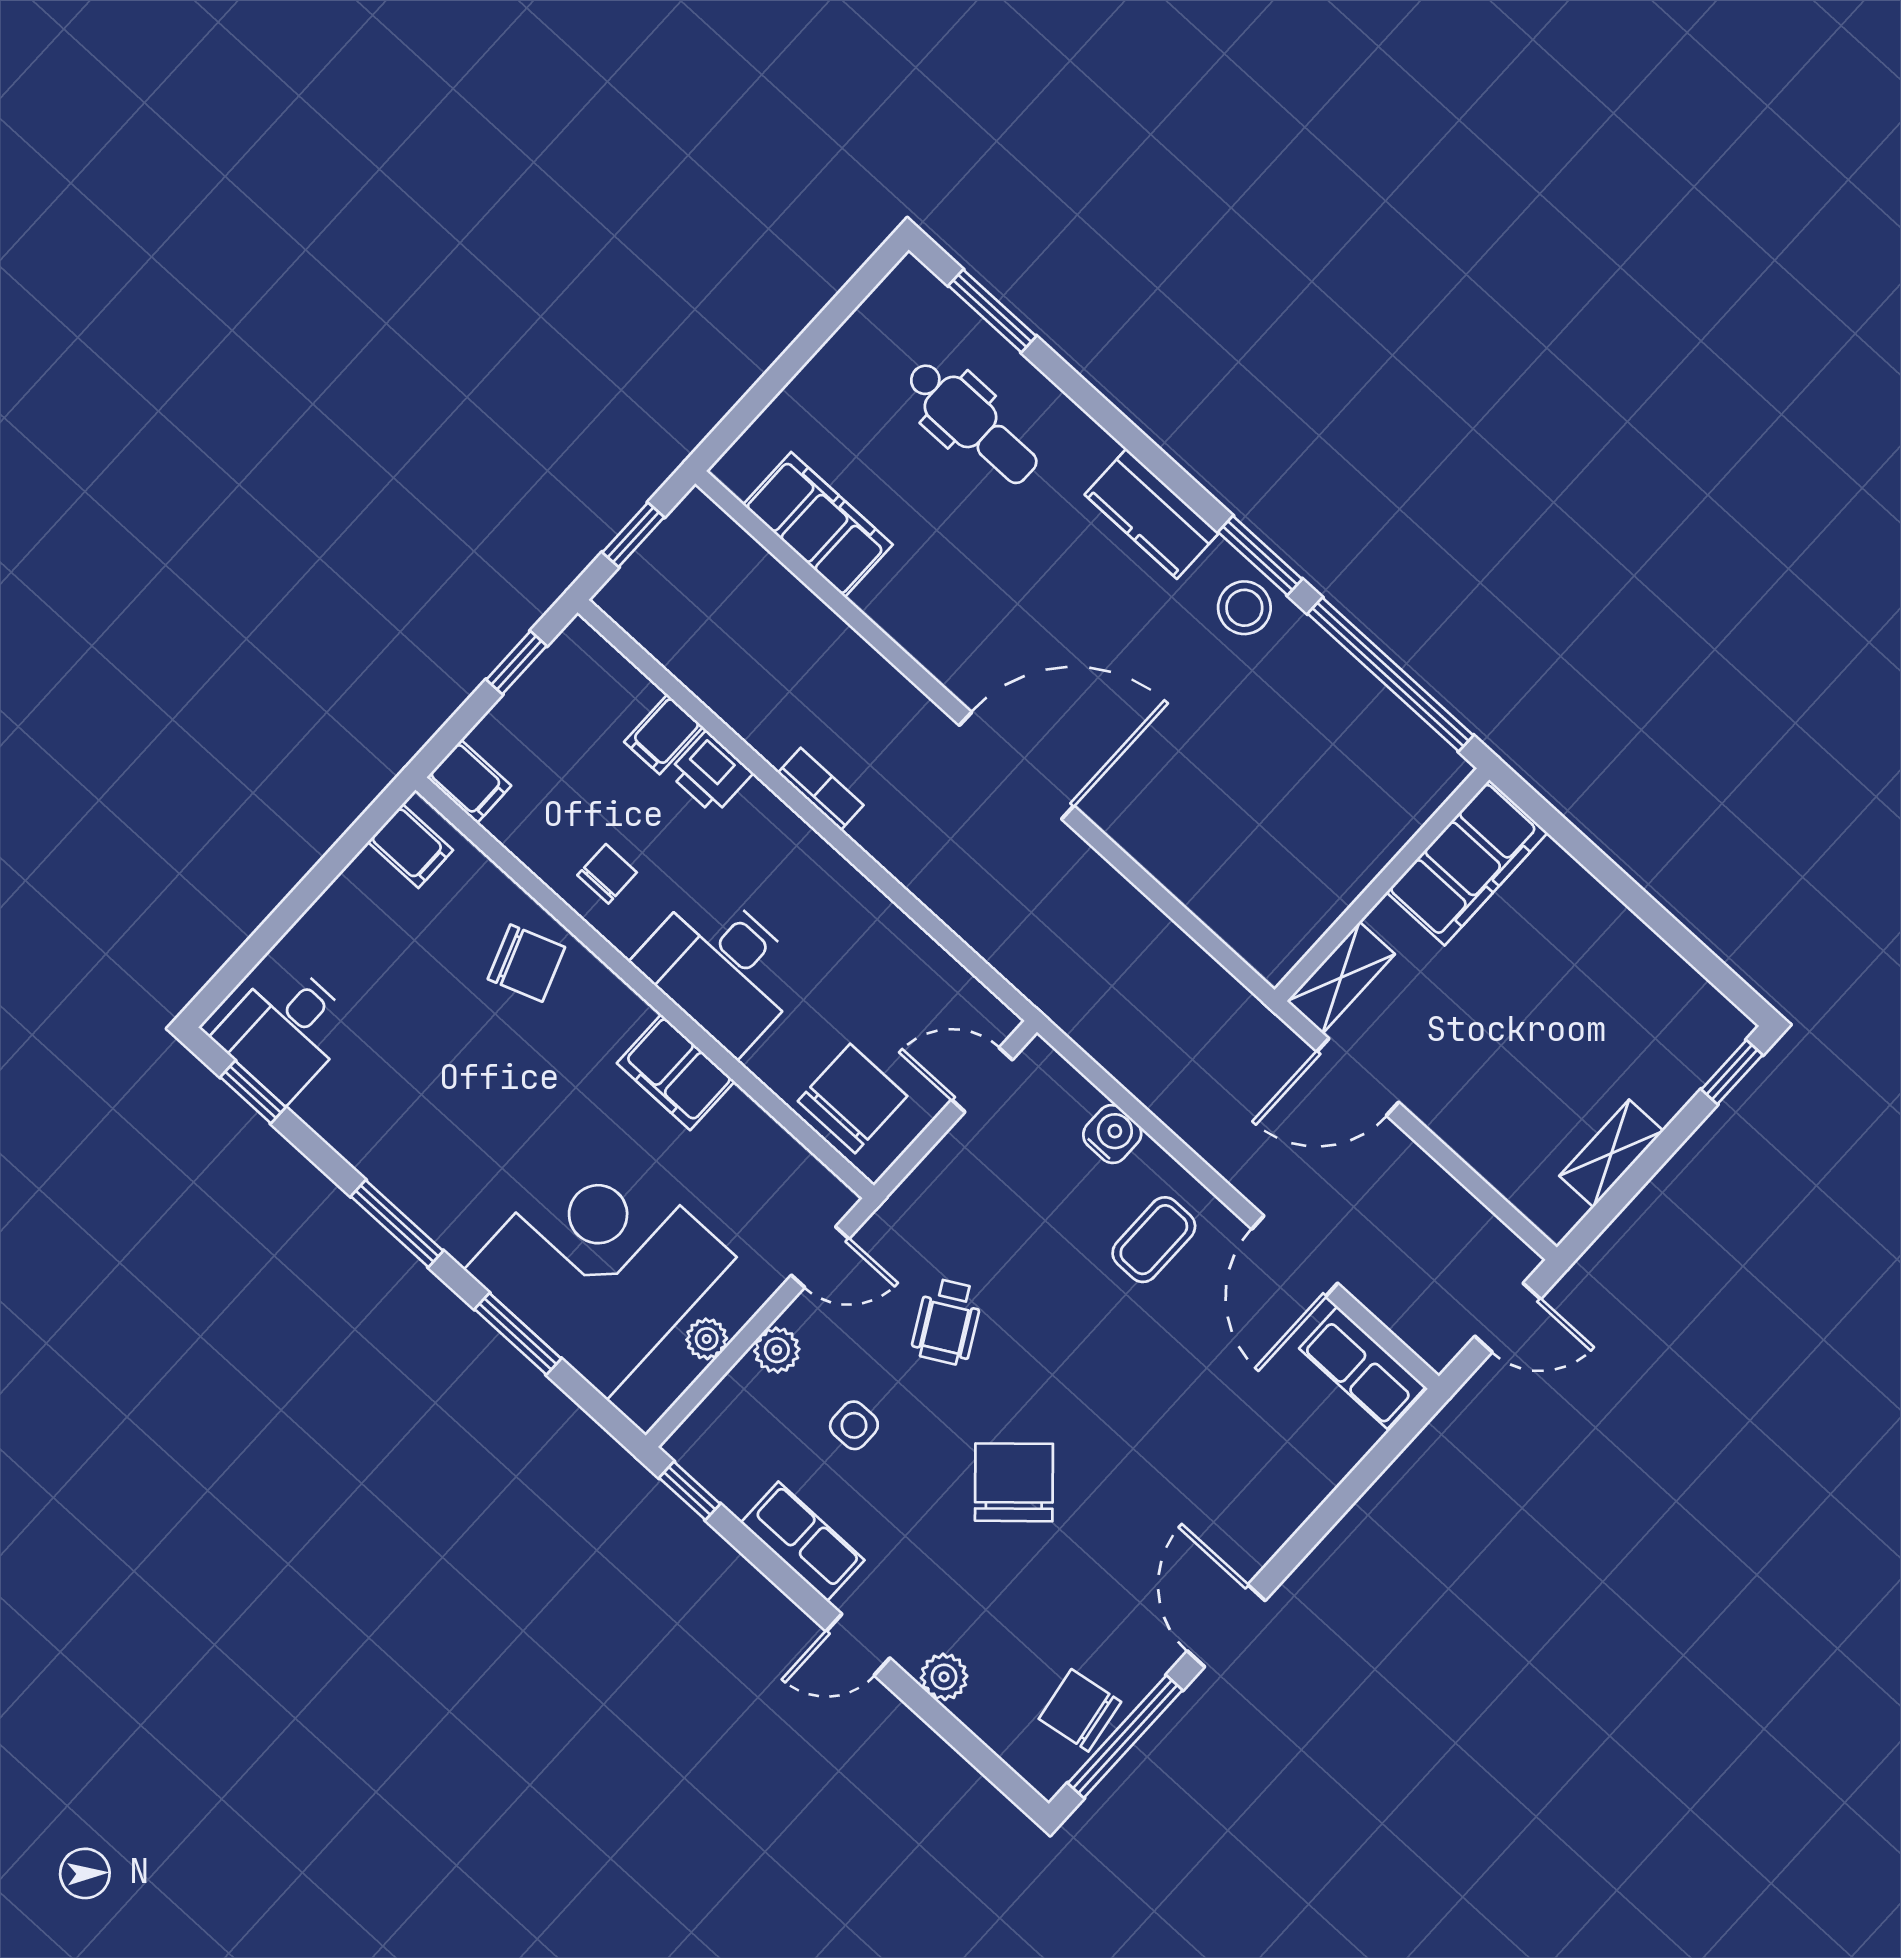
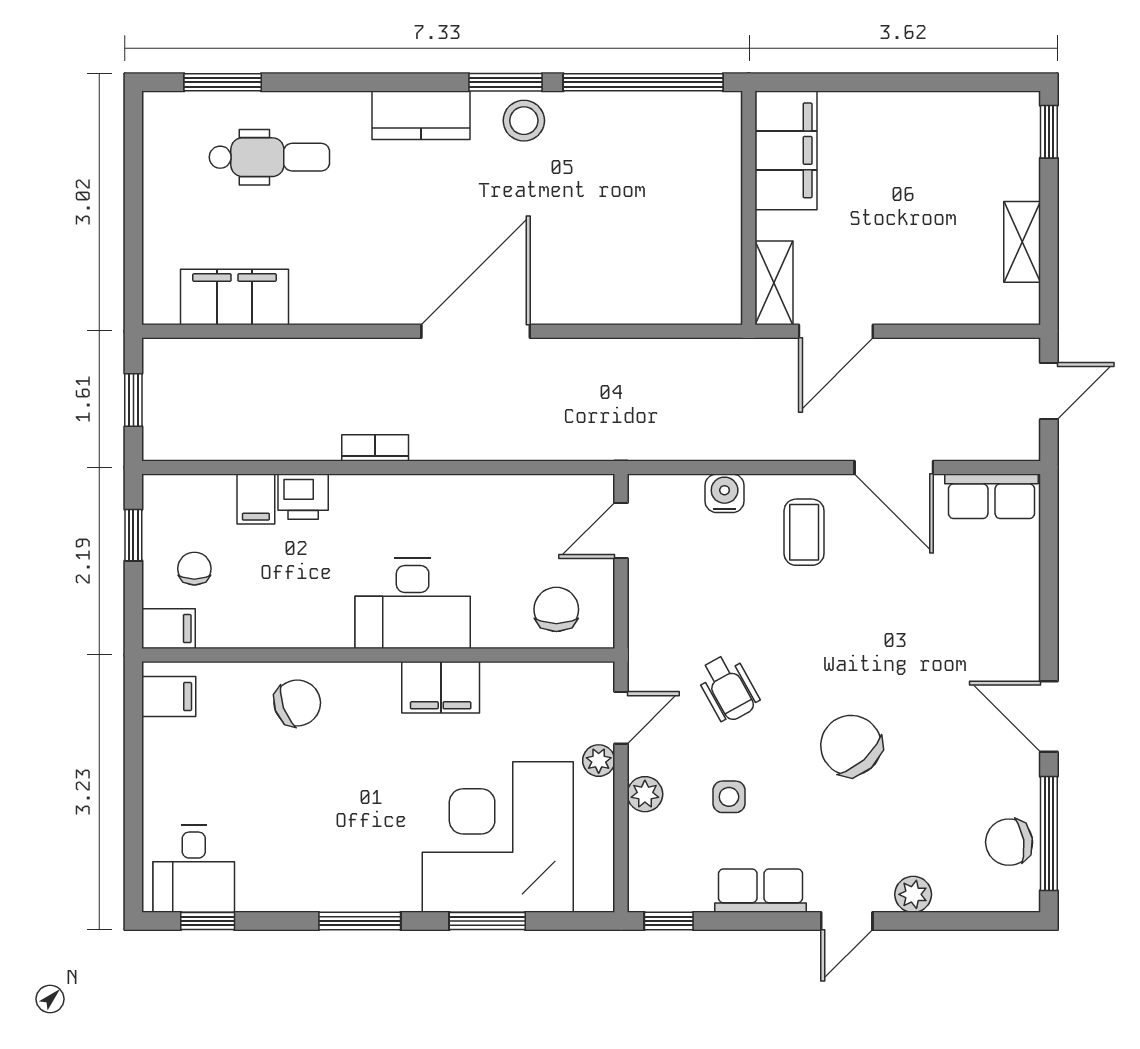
chair: (607, 874) -> (194, 569), moved
chair: (853, 1099) -> (556, 609), width x0.73, depth x0.73
plant: (707, 1339) -> (599, 761), moved

